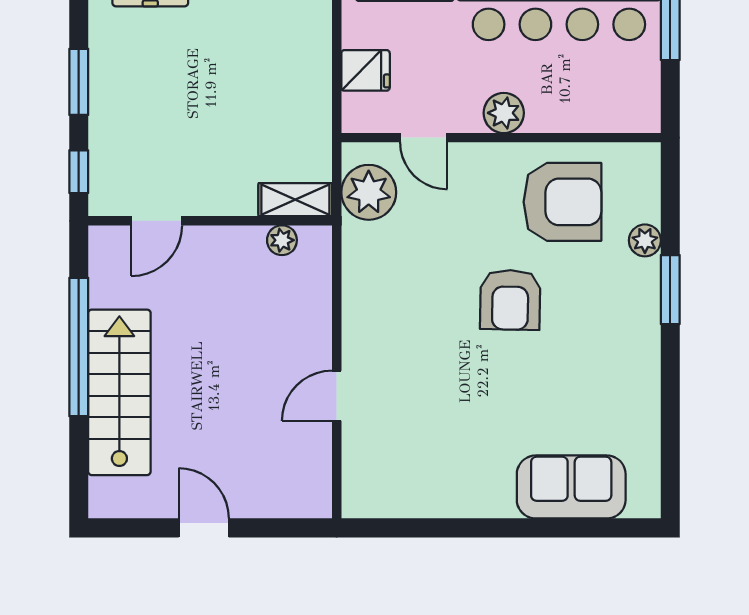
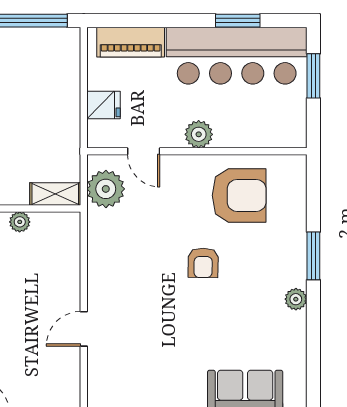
plant: (282, 240) -> (20, 222), moved
plant: (645, 240) -> (296, 299), moved
armchair: (510, 300) -> (203, 263), width x0.72, depth x0.72

